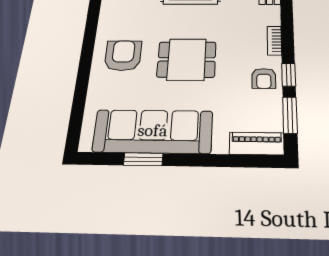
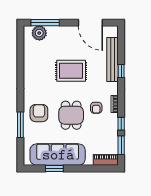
dining table: (187, 59) -> (71, 115), turned 90
window: (83, 76) -> (20, 125), added
armchair: (264, 78) -> (96, 108), moved

